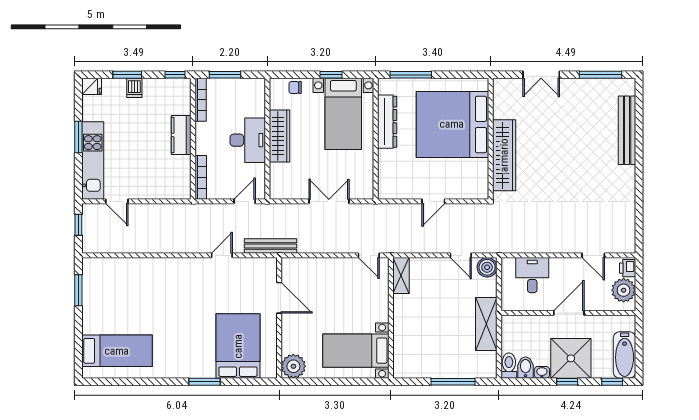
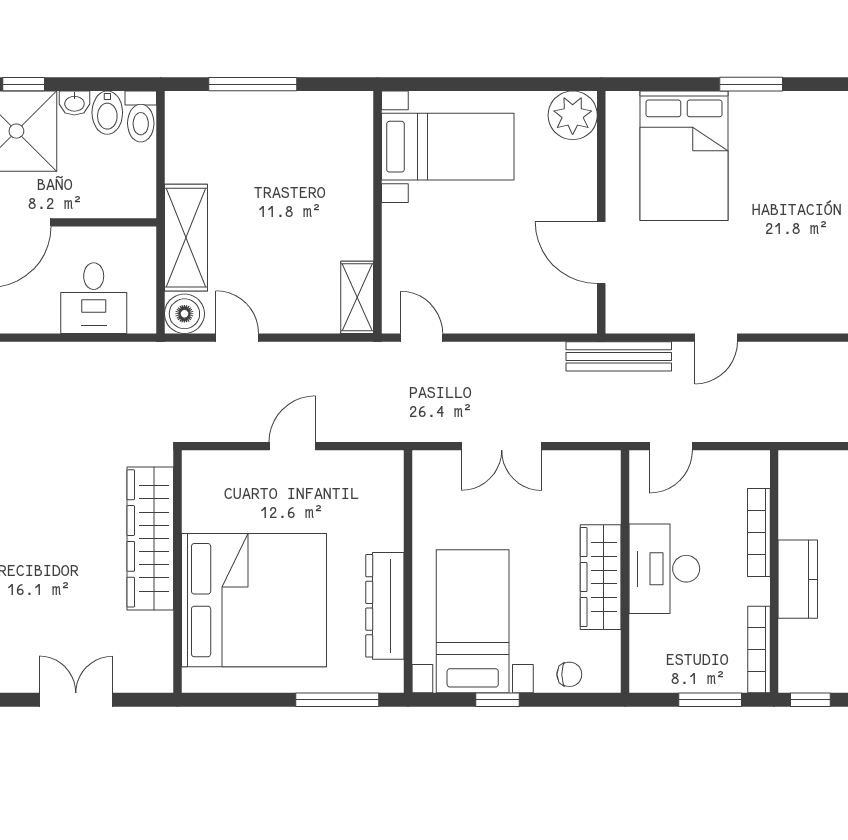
bookcase: (201, 177) -> (759, 533), moved
shelving: (486, 324) -> (186, 238), moved

